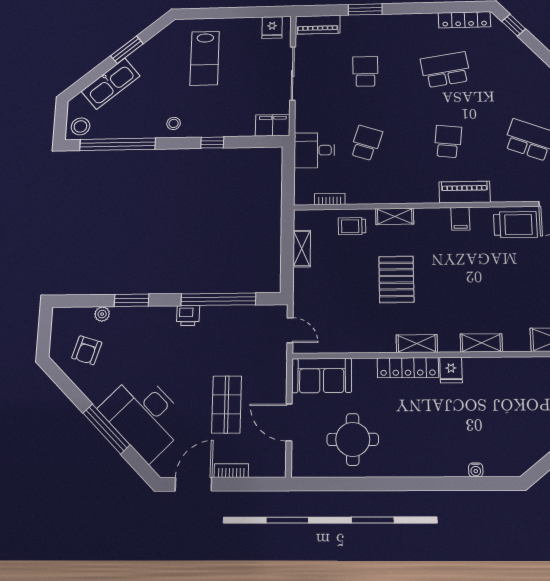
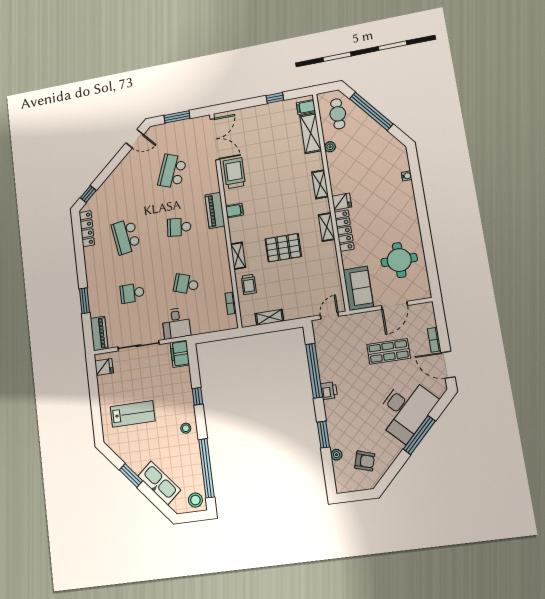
desk: (314, 150) -> (176, 323), moved
plant: (536, 365) -> (330, 147), added

